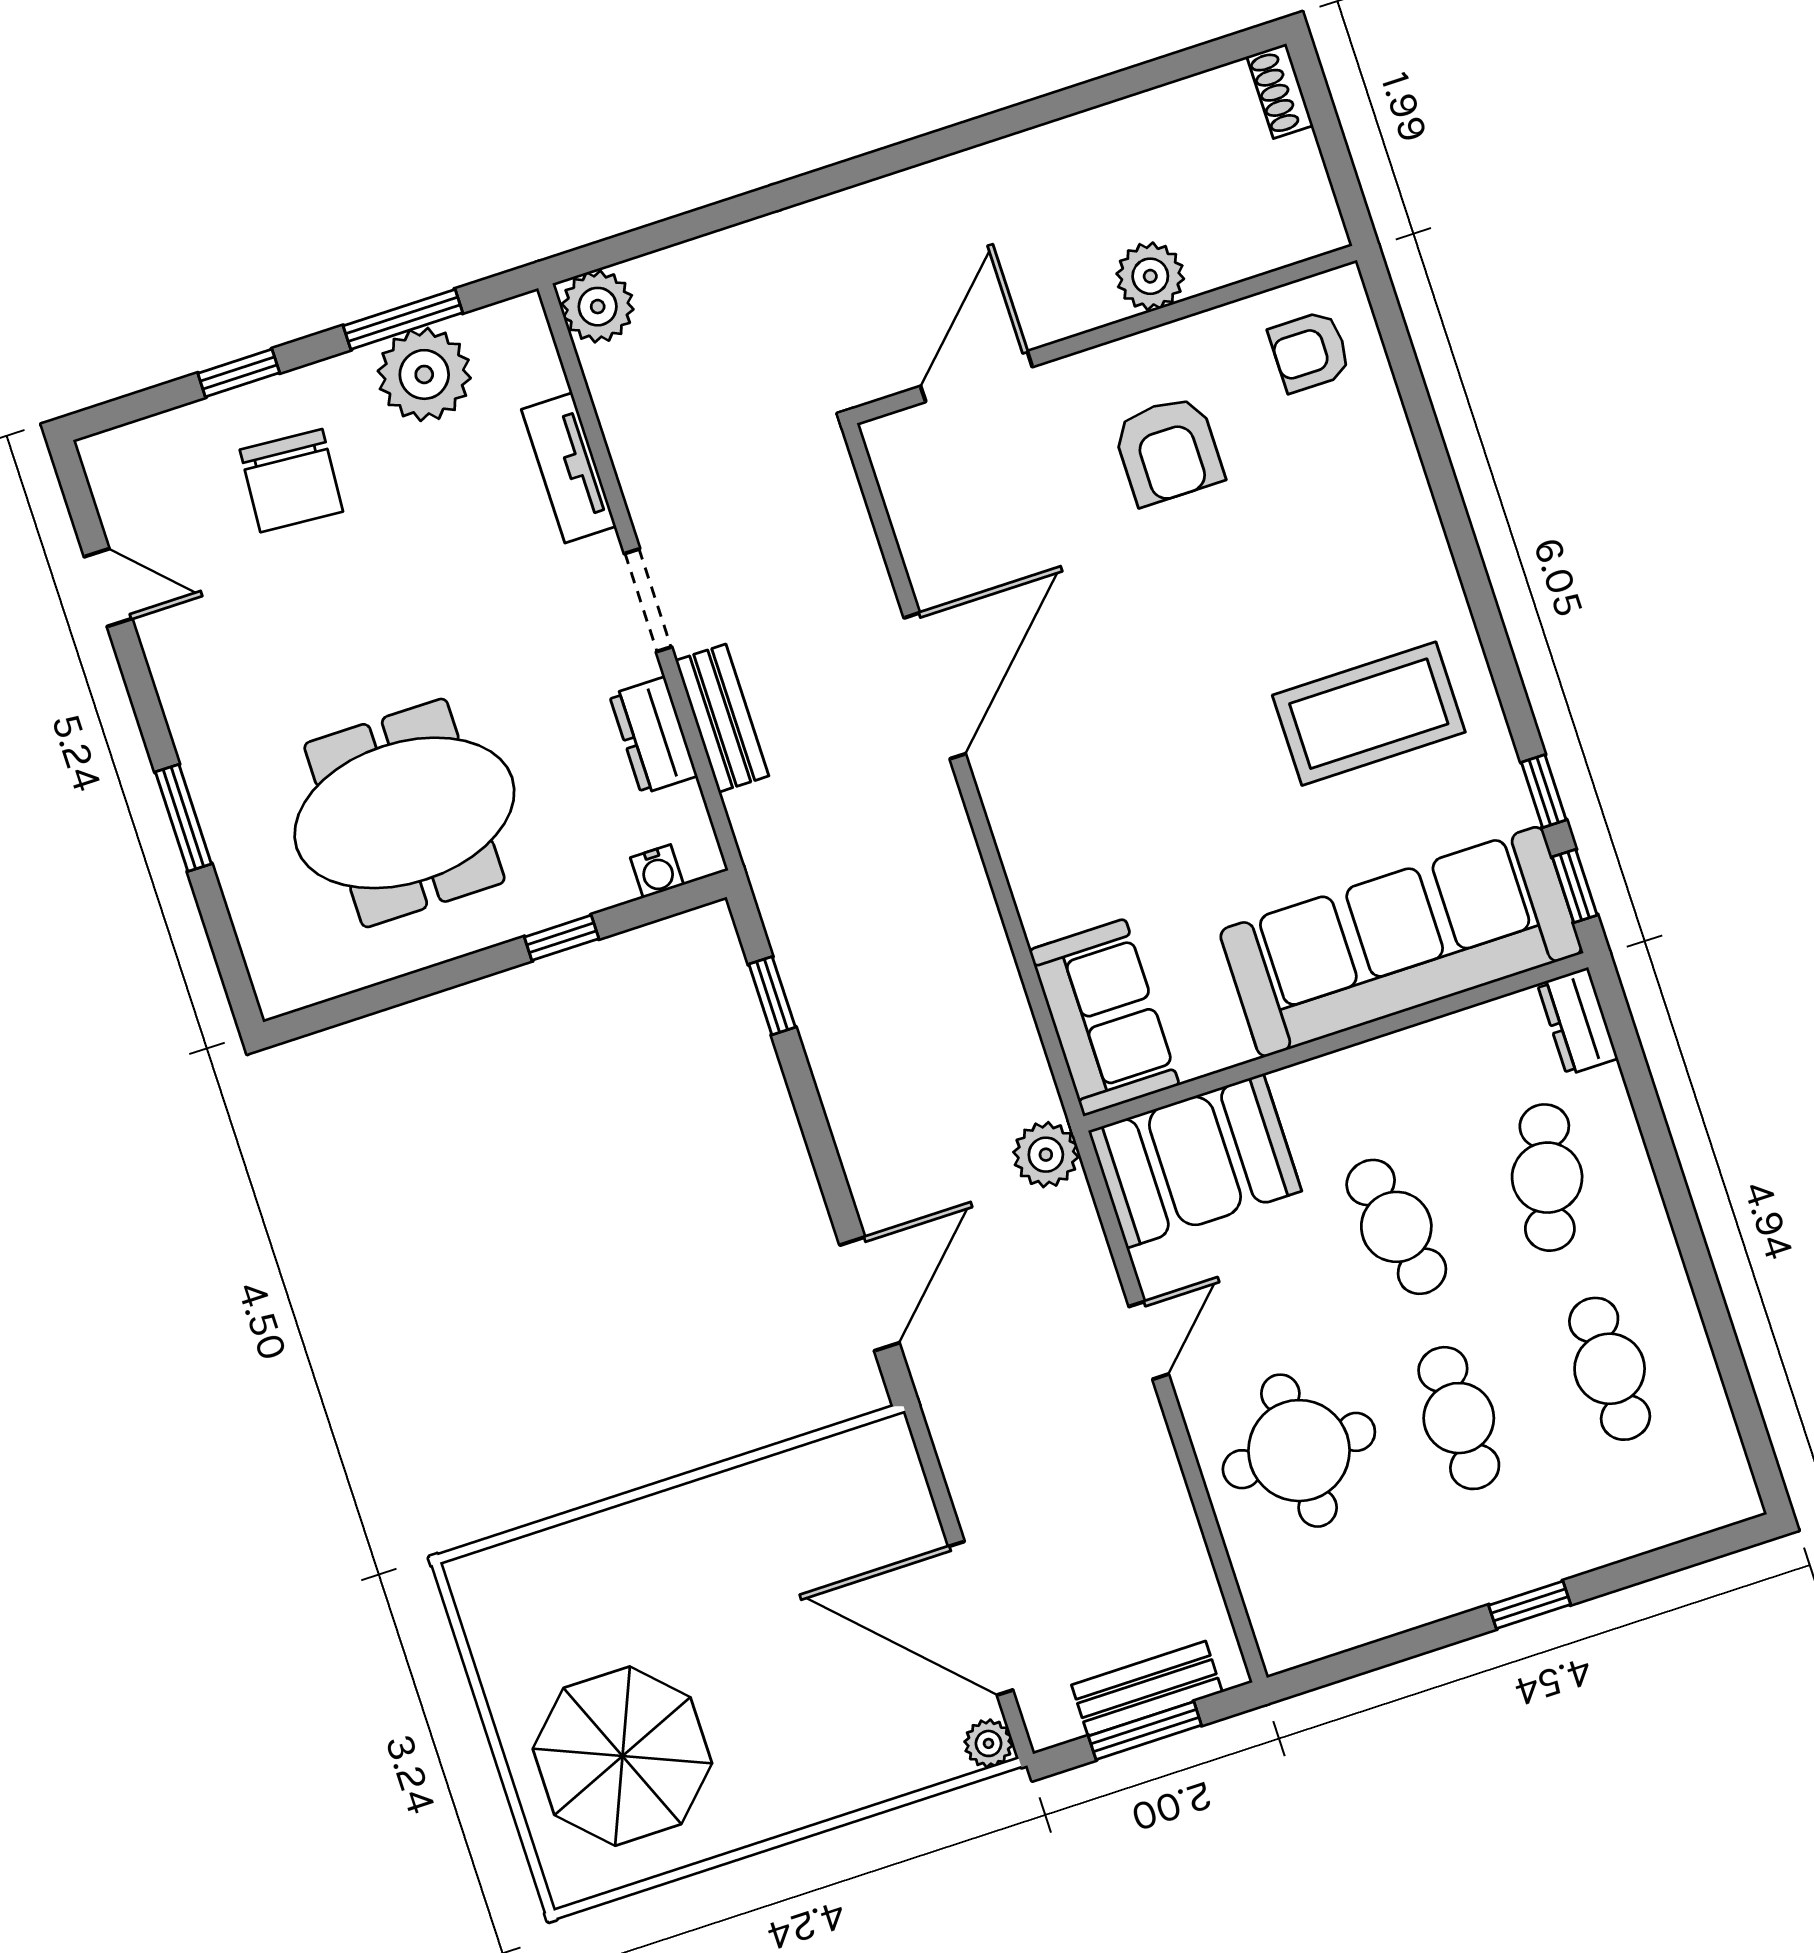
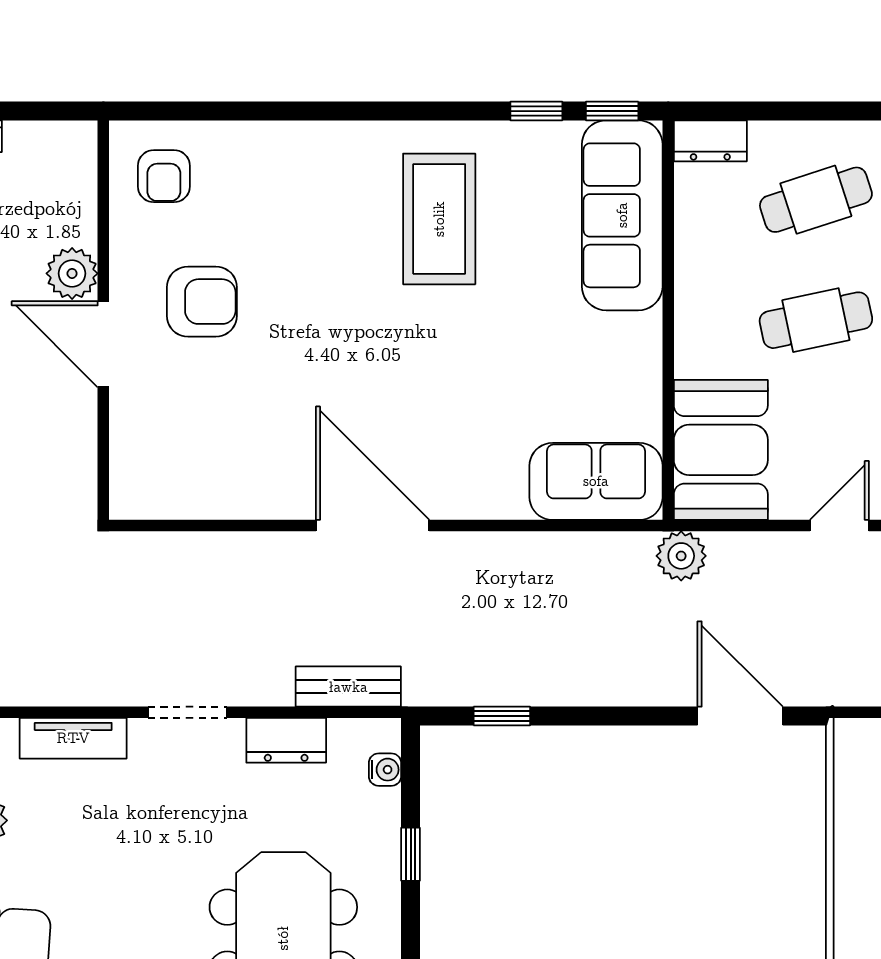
door: (976, 376) -> (103, 344), moved
door: (935, 686) -> (373, 526), moved
bench: (722, 718) -> (348, 687), moved
sofa: (1401, 942) -> (622, 215), width x0.74, depth x0.79
cafe table: (1547, 1178) -> (816, 200), turned -33
door: (1149, 1340) -> (839, 526), hinge flipped

